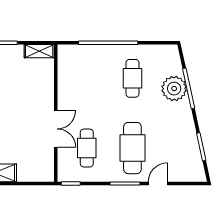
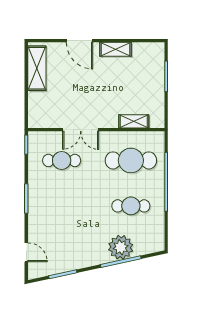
shelving: (39, 51) -> (134, 121), moved, turned 90
cafe table: (132, 148) -> (131, 160), moved
door: (158, 184) -> (26, 252), moved

